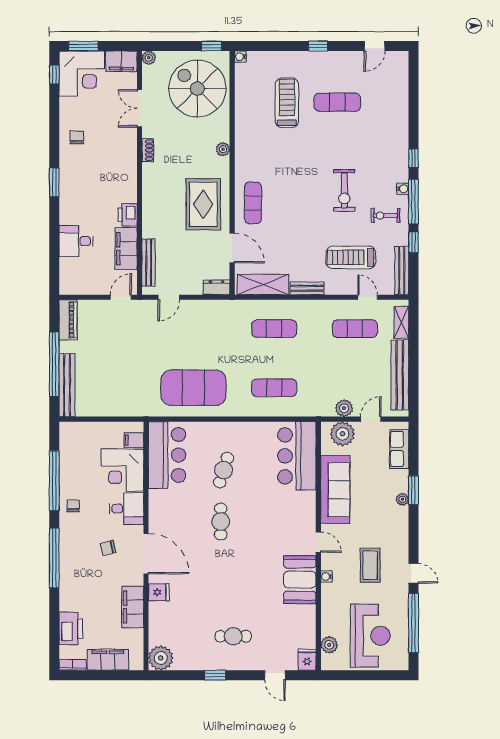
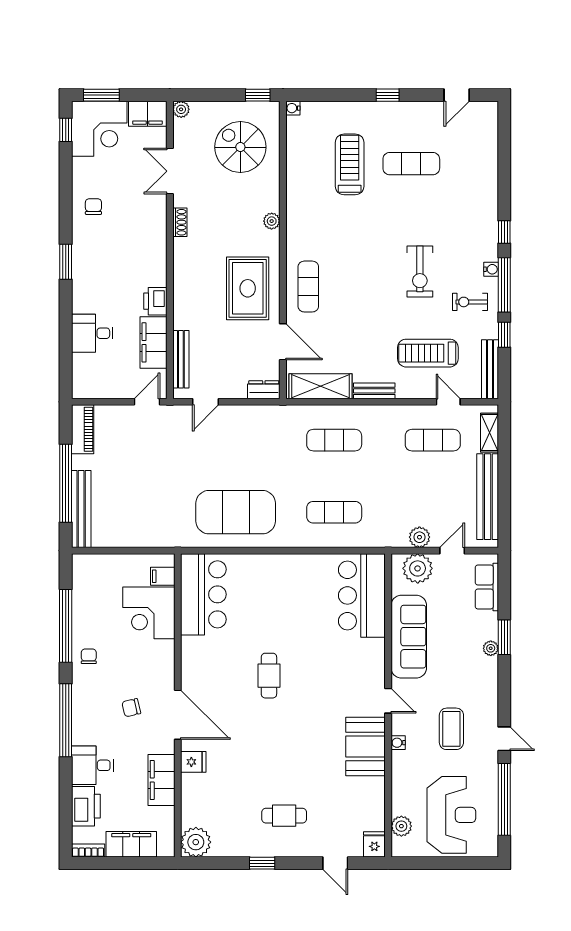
spiral stairs: (197, 89) -> (240, 147), width x0.73, depth x0.73
cafe table: (224, 470) -> (272, 613), removed
desk: (126, 509) -> (92, 765), moved, turned 180

